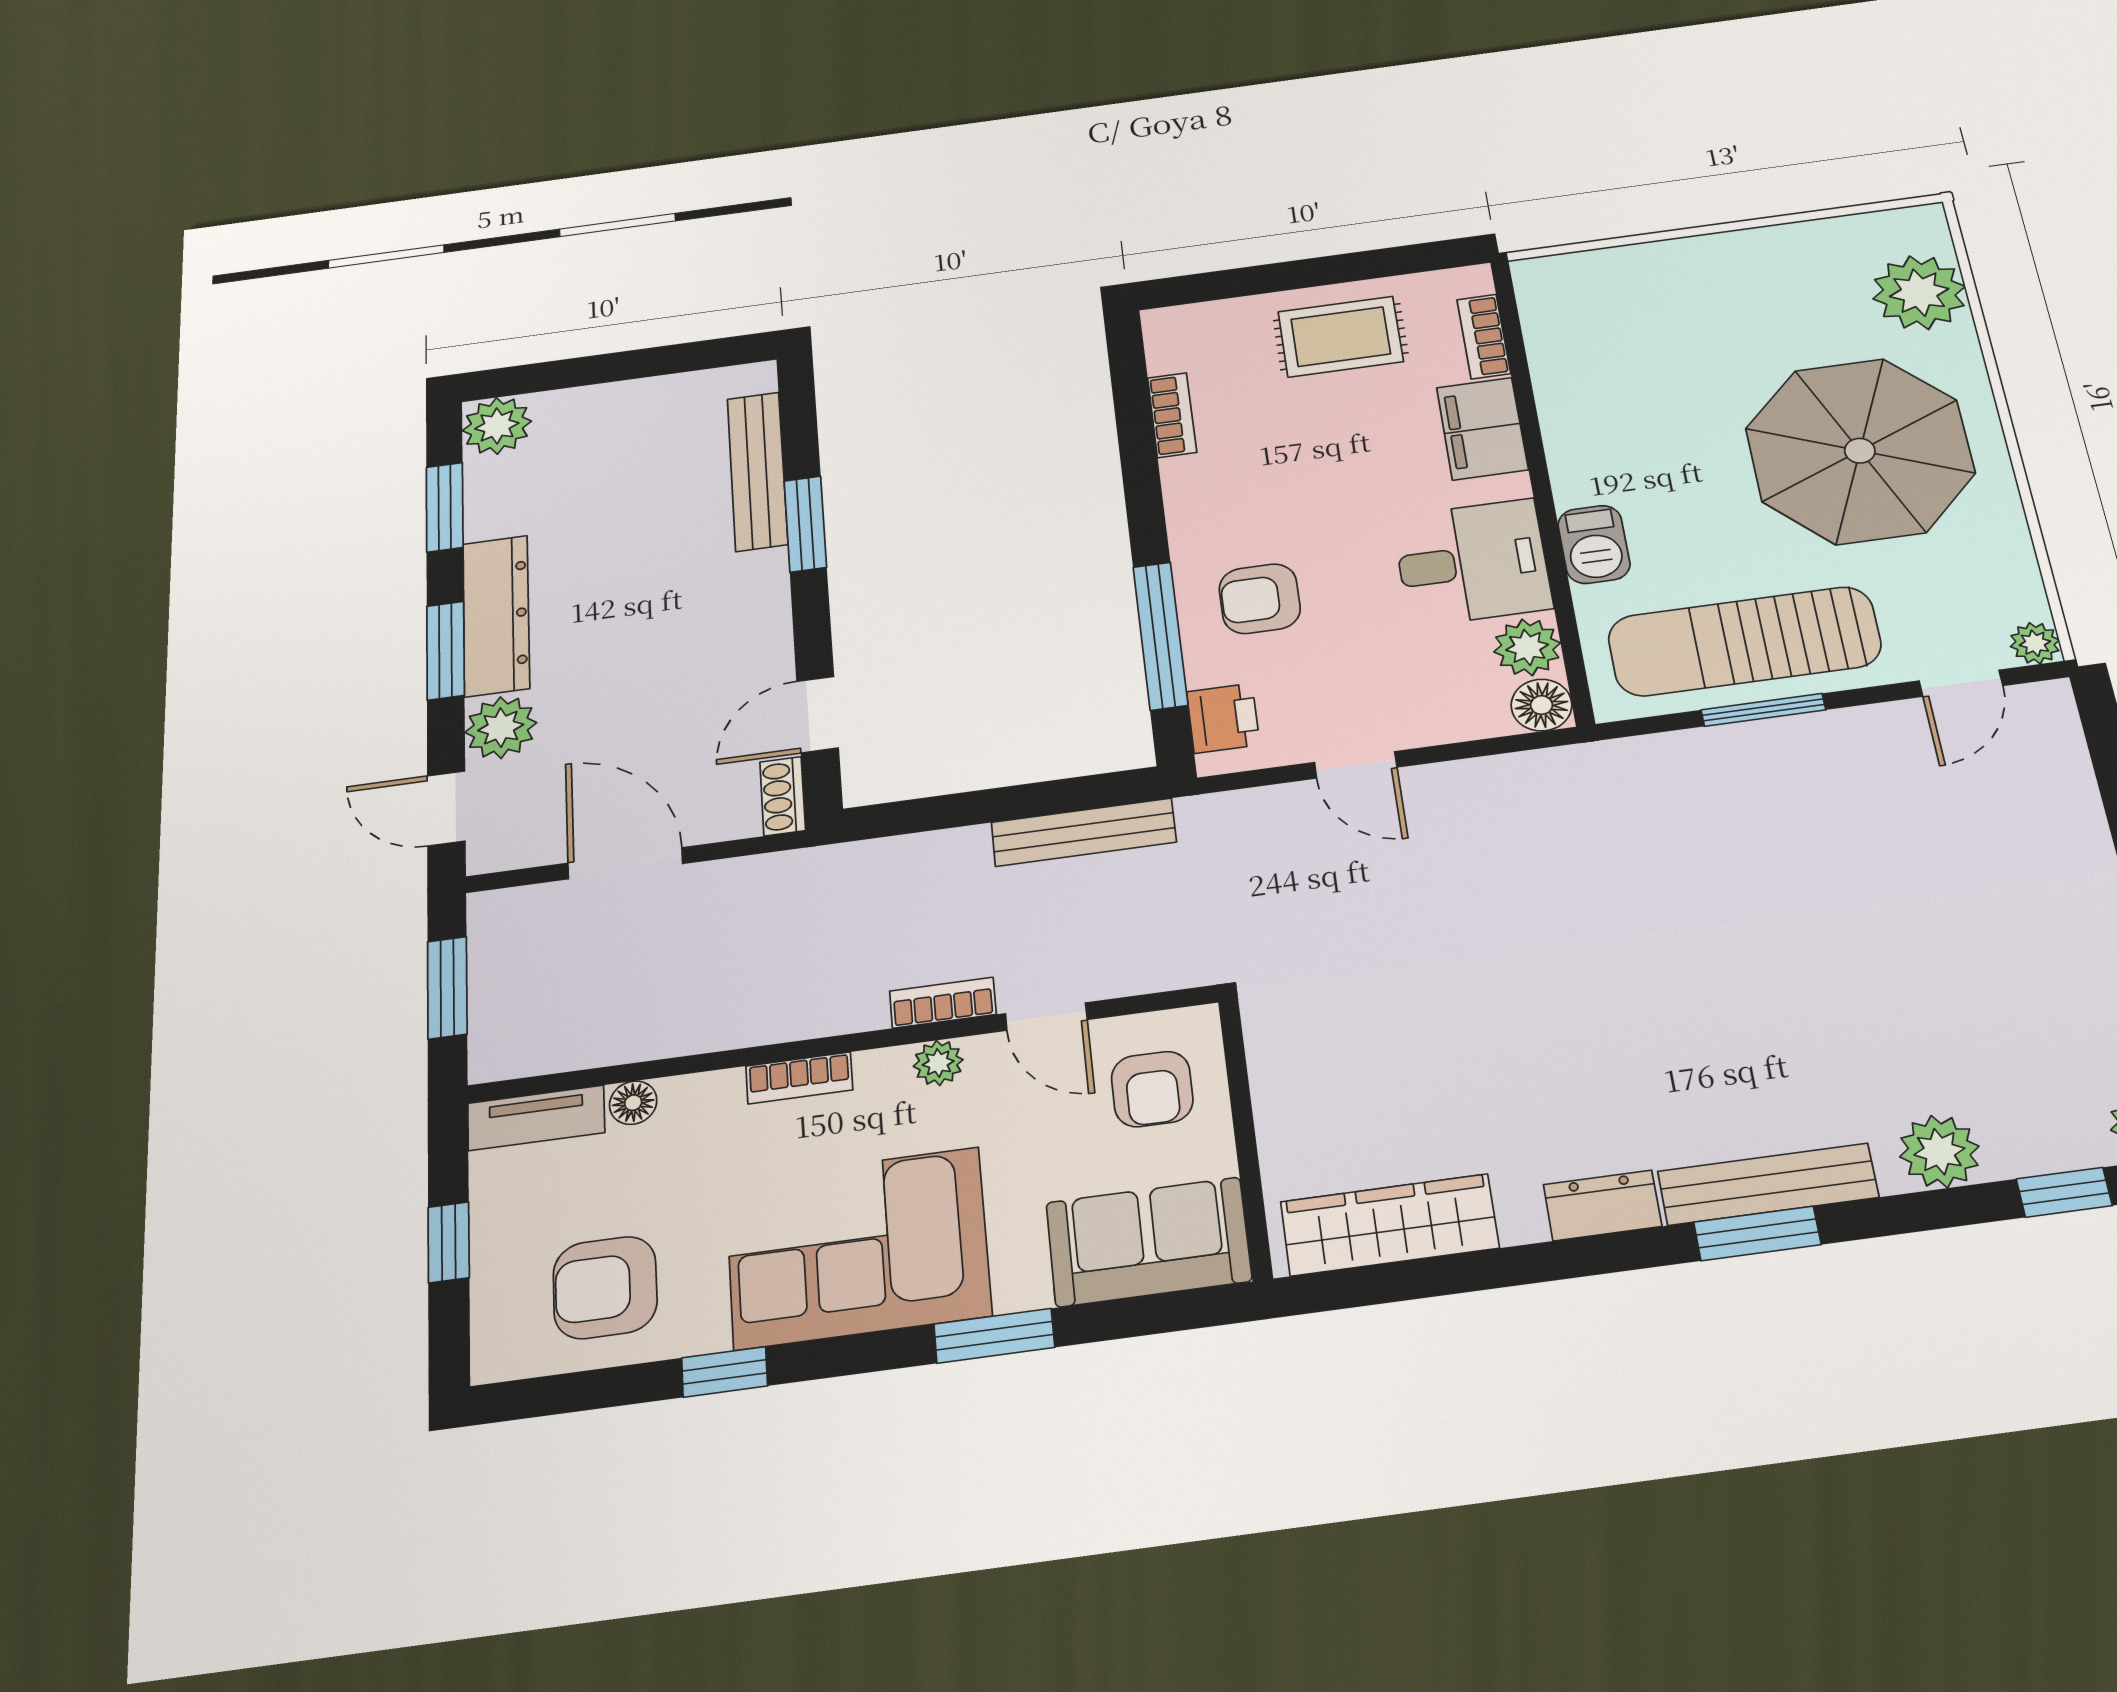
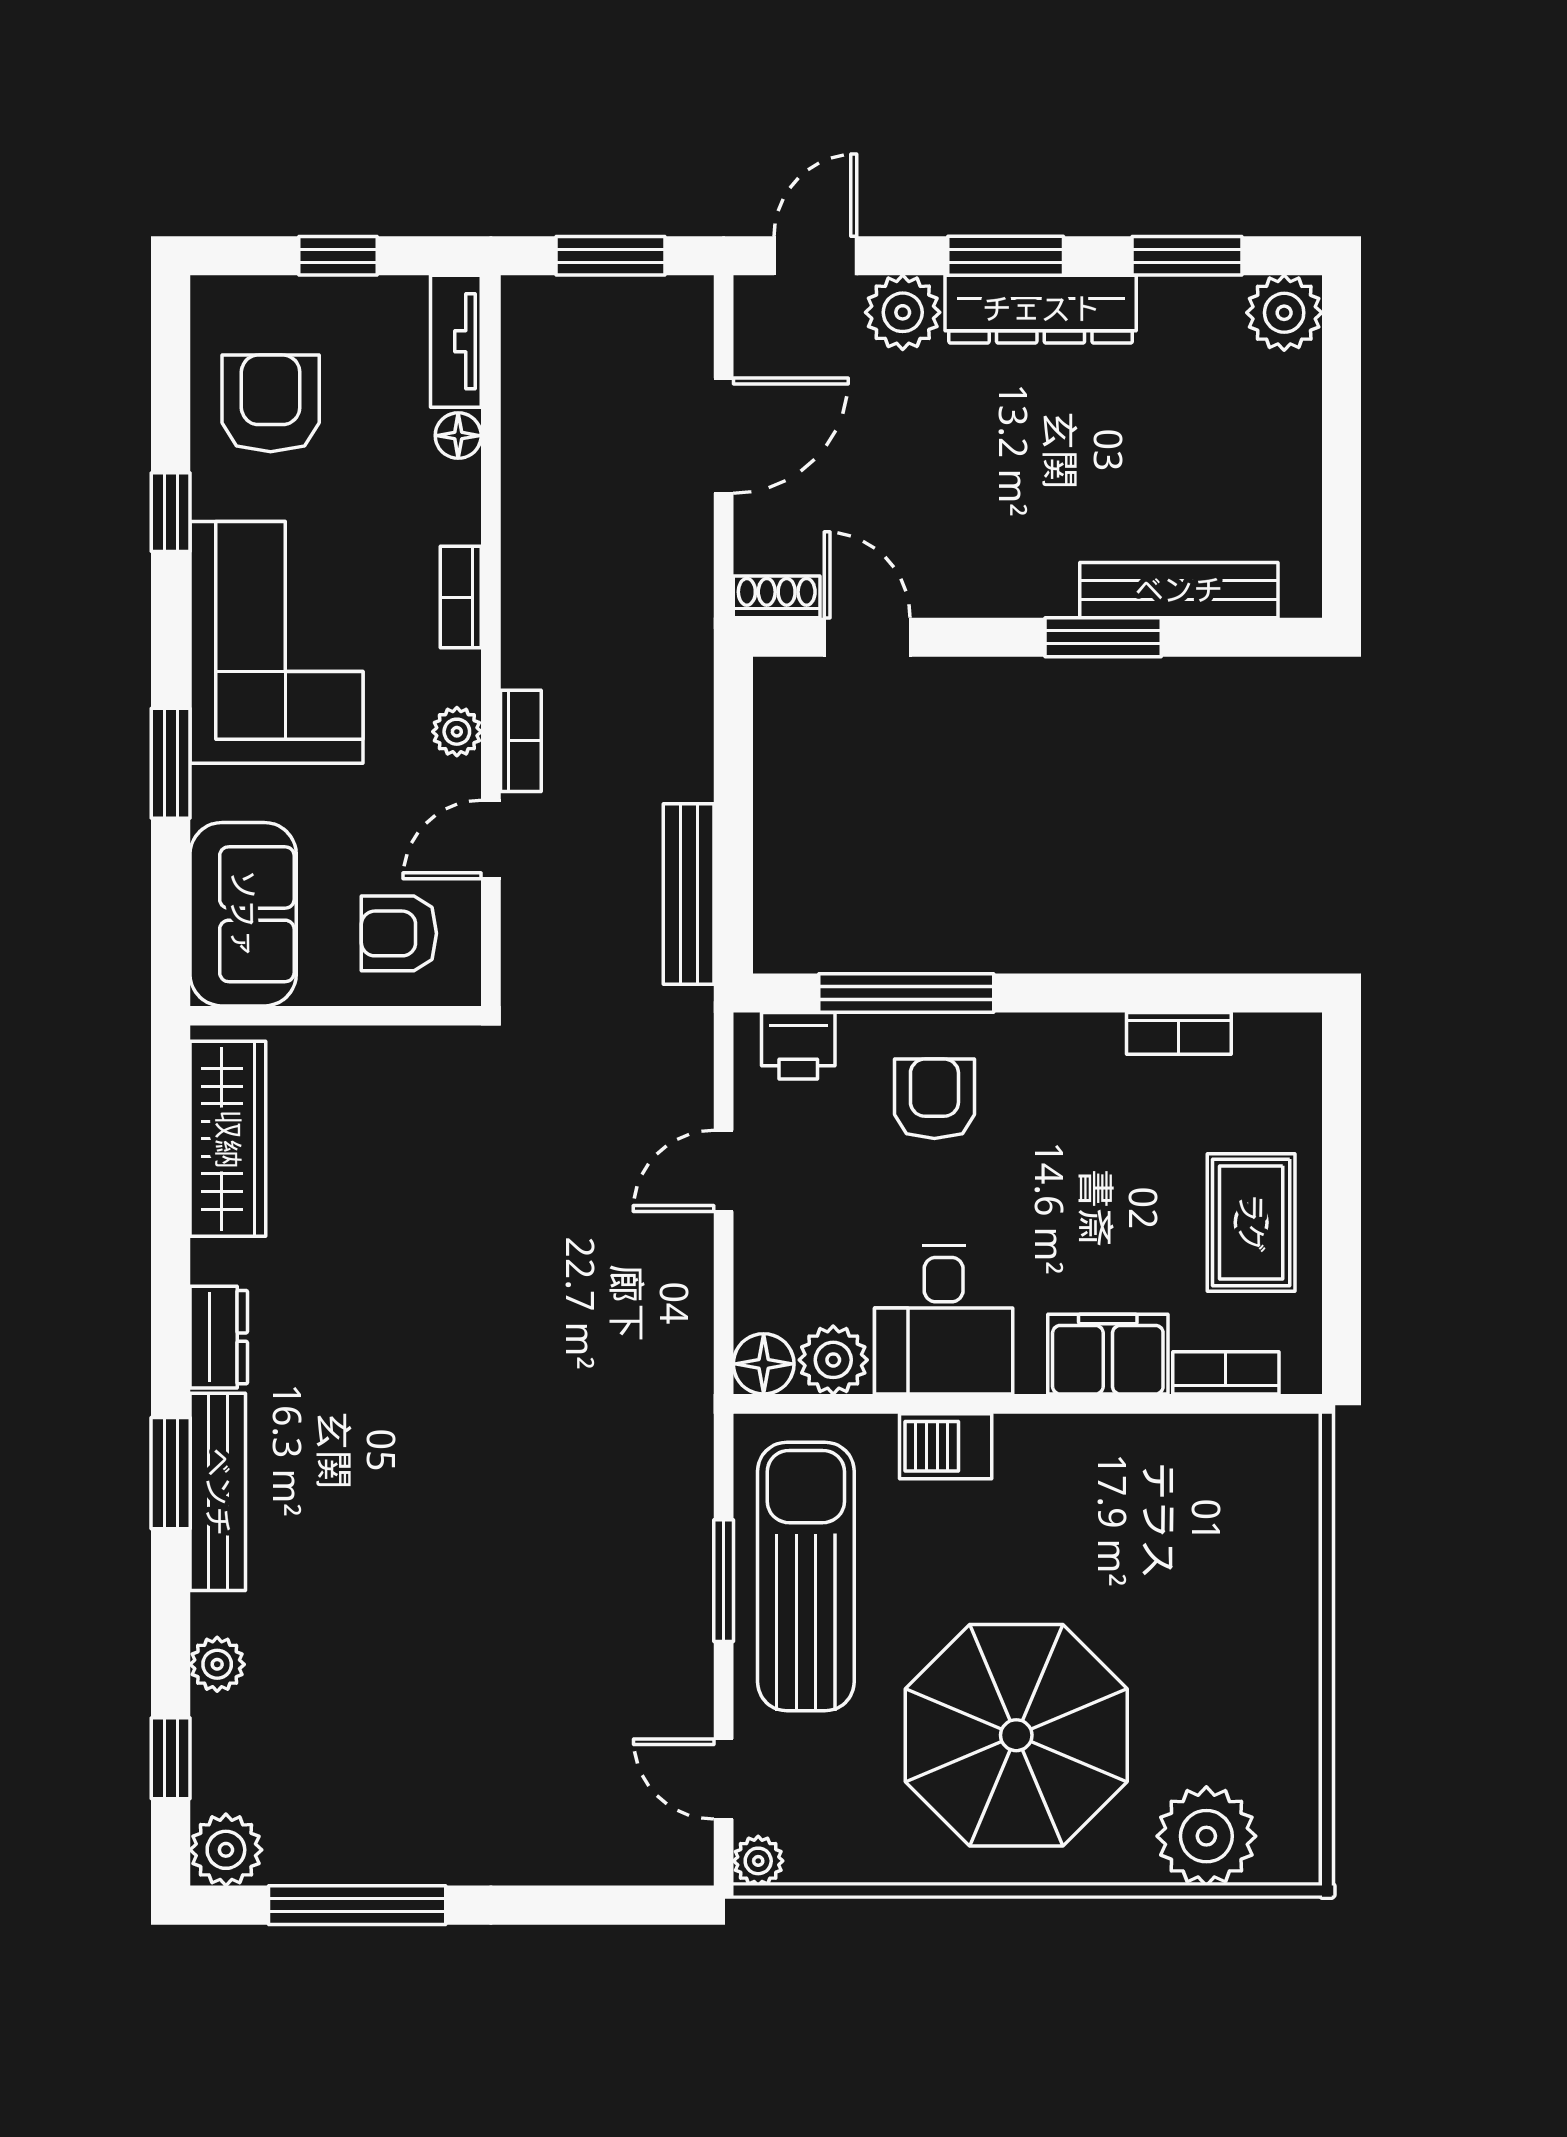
plant: (1939, 1152) -> (217, 1664), width x0.73, depth x0.73

